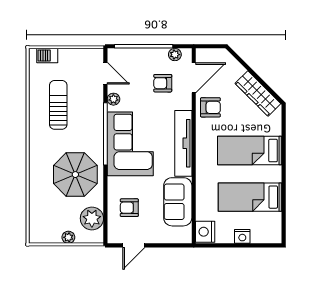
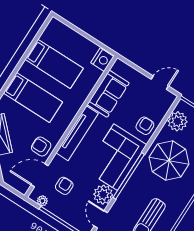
armchair: (163, 83) -> (64, 186), turned -90
plant: (113, 99) -> (103, 195), width x1.88, depth x1.88
armchair: (129, 208) -> (145, 126), moved, turned -90
nightstand: (242, 236) -> (78, 39), removed

